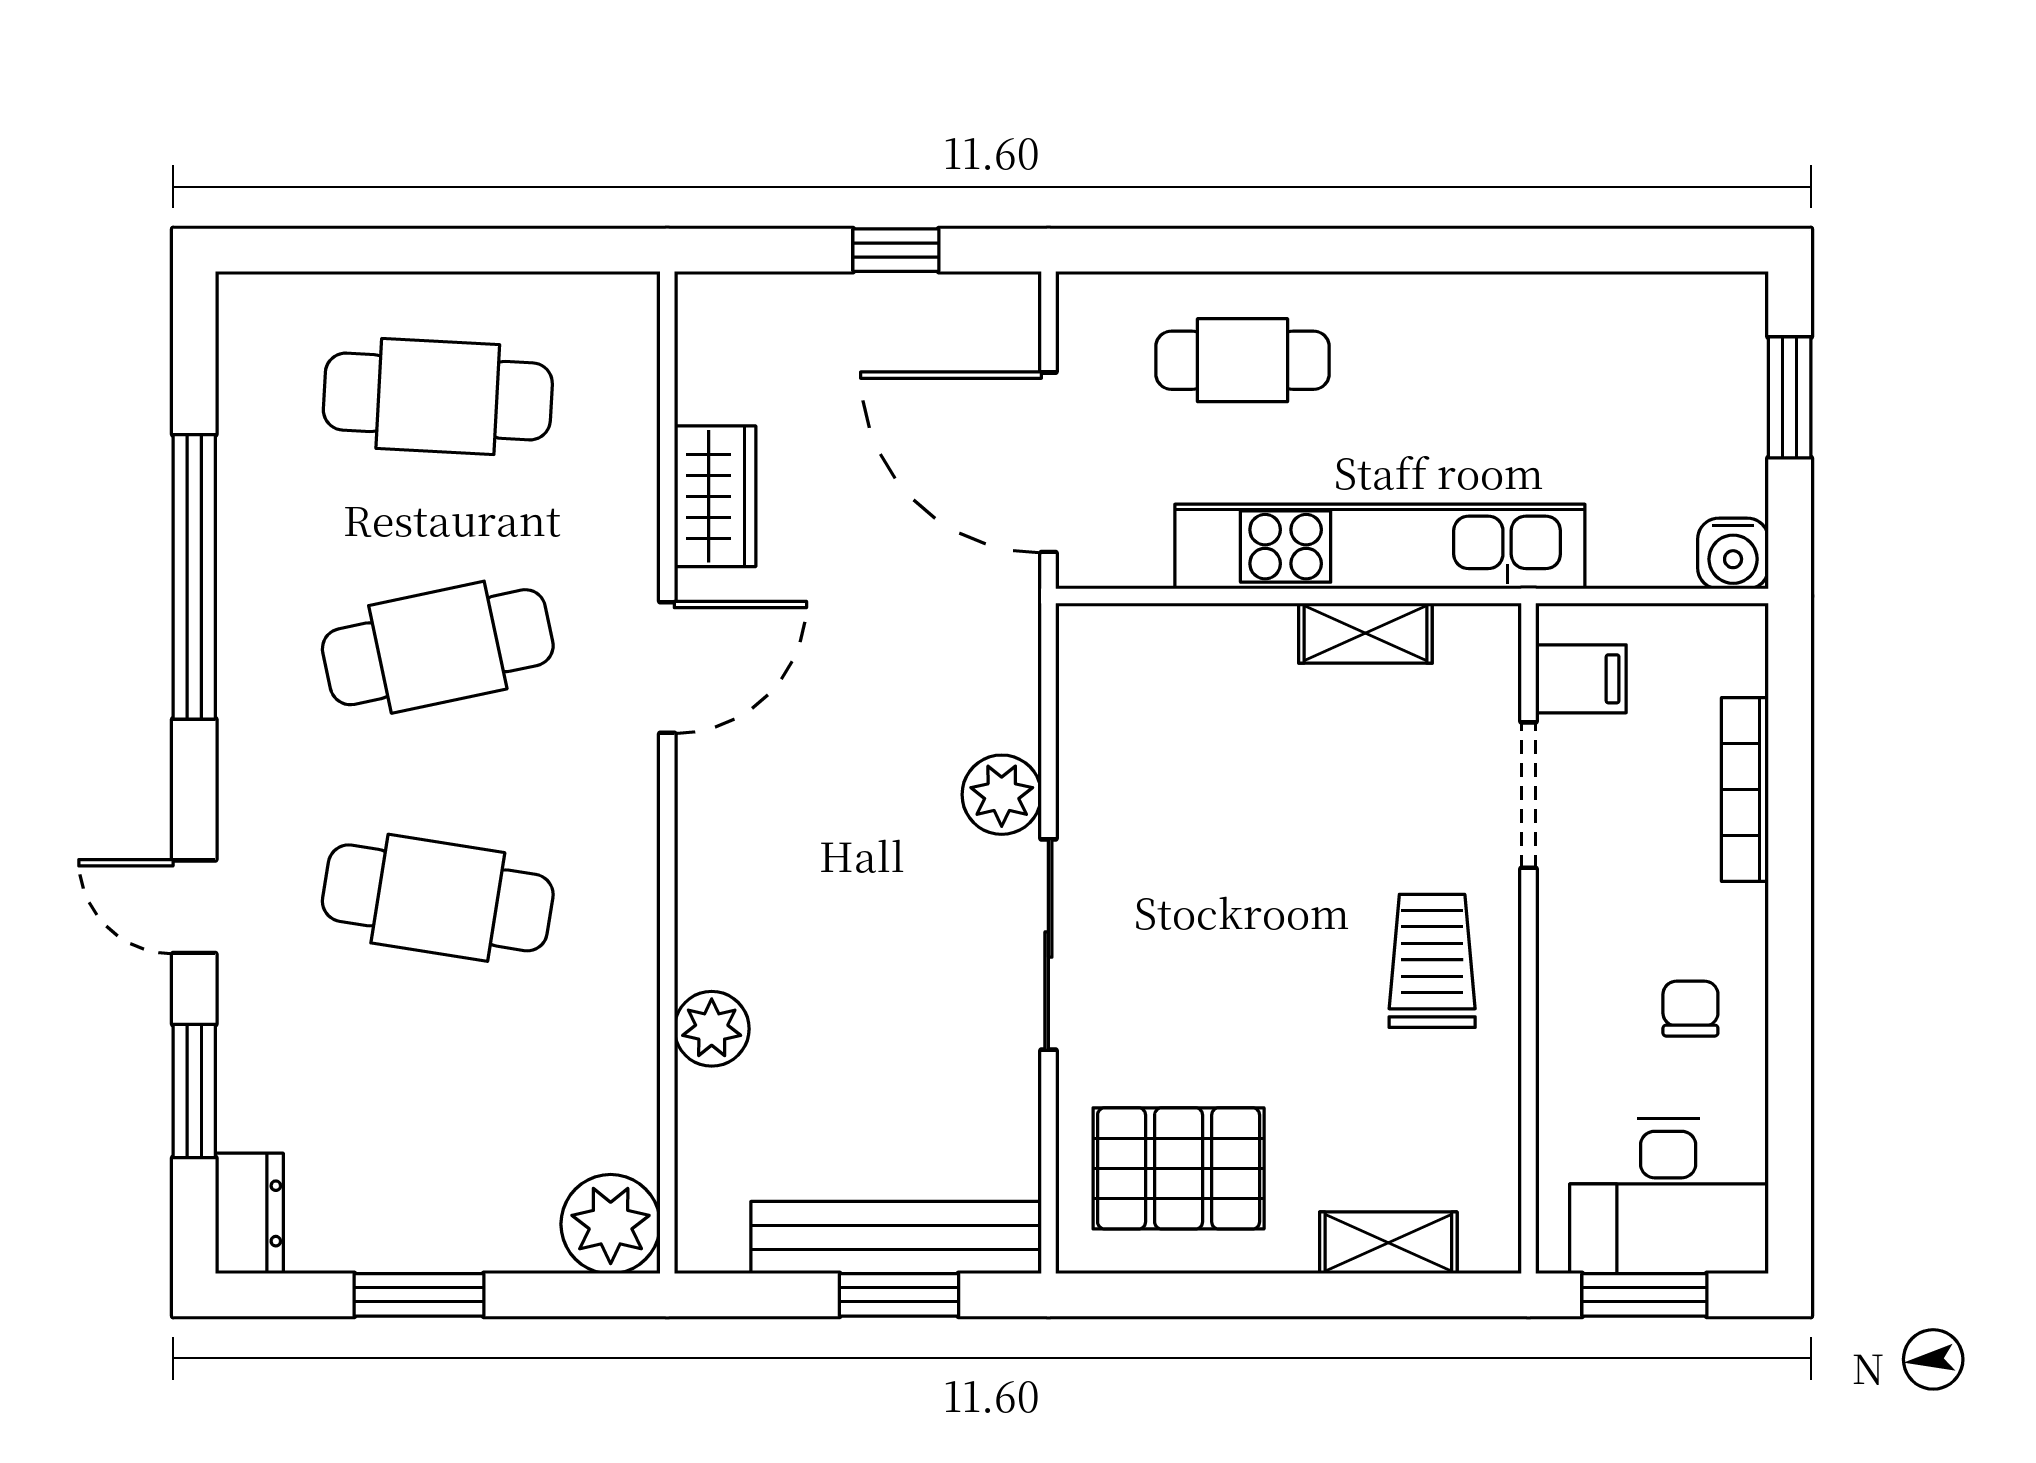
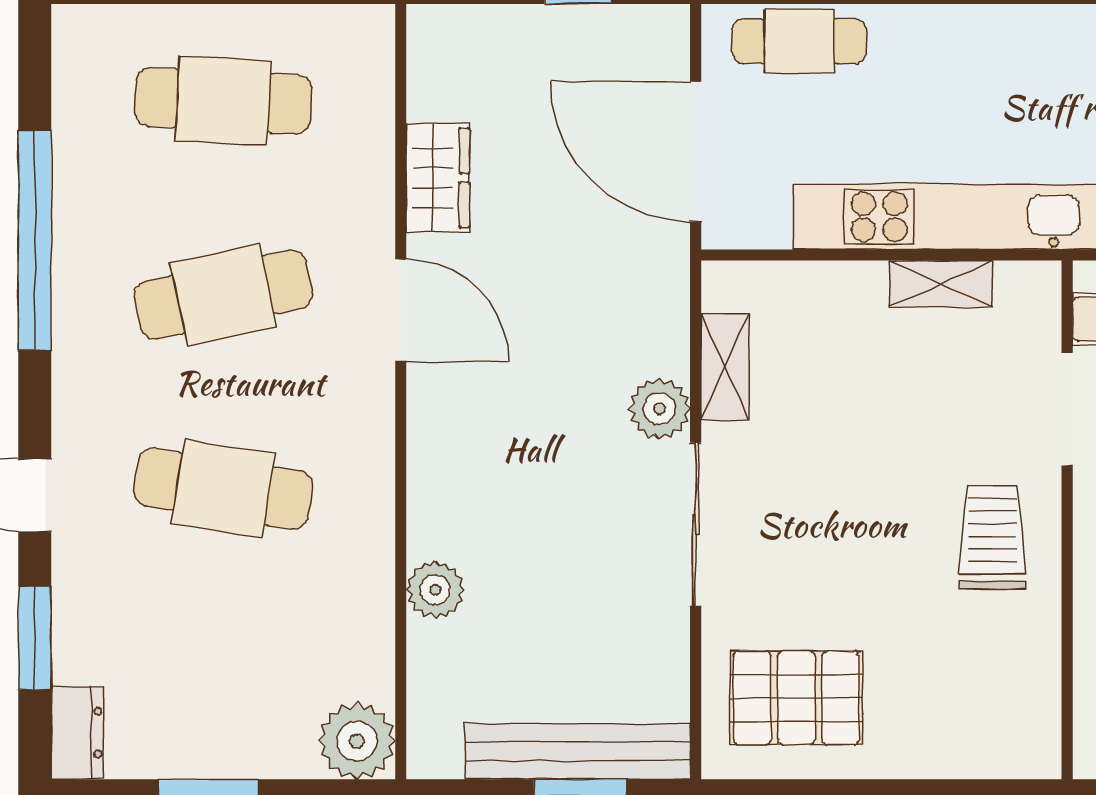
cafe table: (1243, 360) -> (799, 41), moved
door: (667, 667) -> (401, 310), hinge flipped
shelving: (1388, 1243) -> (725, 367), moved, turned 90

